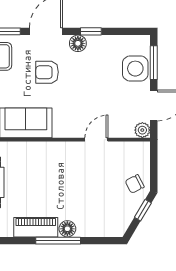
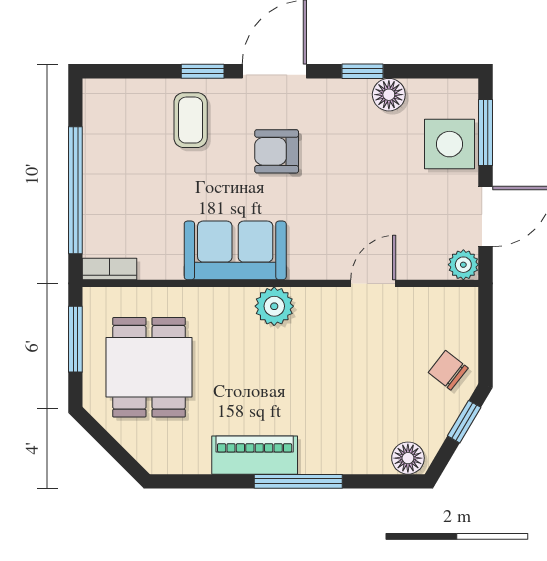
floor lamp: (78, 43) -> (389, 95), moved
plant: (46, 151) -> (274, 306), added
chair: (135, 184) -> (448, 370), turned 65
floor lamp: (67, 229) -> (408, 458), moved

